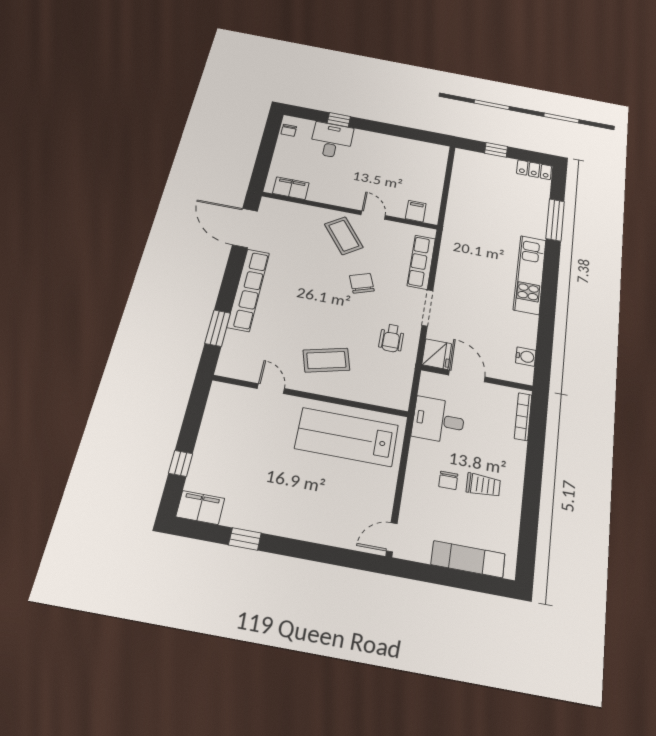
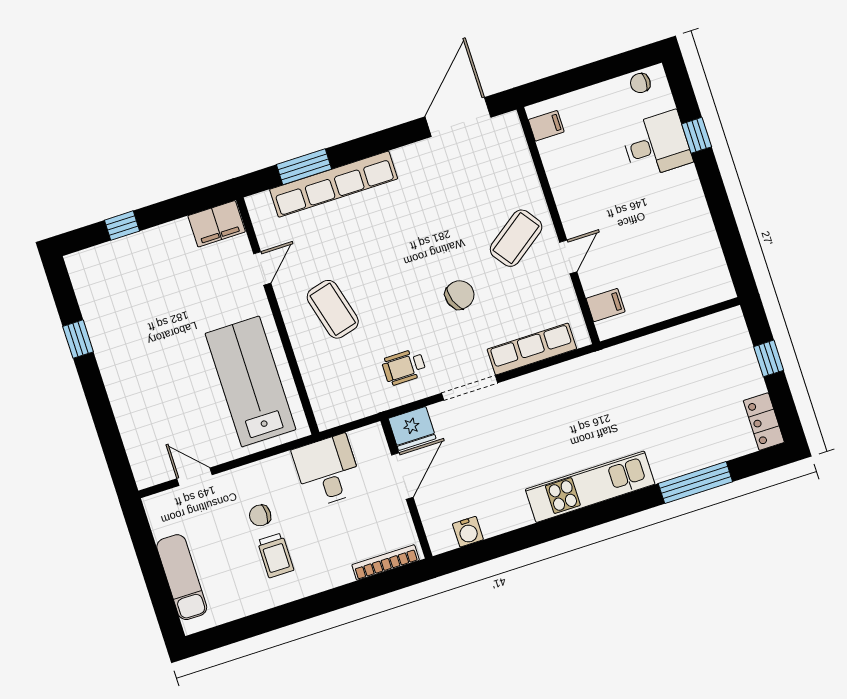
filing cabinet: (291, 188) -> (546, 126), width x0.50
row of seats: (248, 290) -> (334, 184), moved
filing cabinet: (200, 507) -> (217, 224), moved, turned 90
door: (392, 537) -> (195, 477), moved

